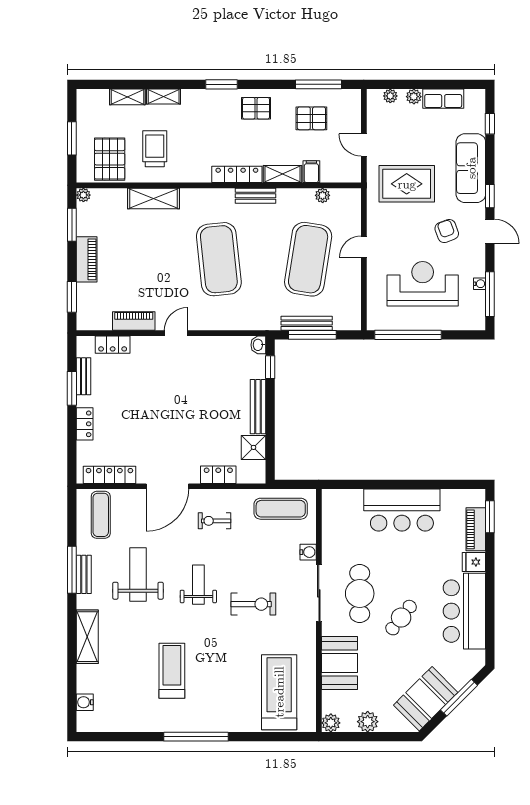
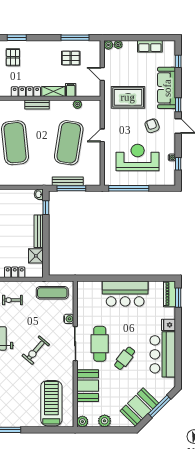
plant: (414, 97) -> (108, 45), moved
pallet: (256, 108) -> (13, 57), moved, turned 90
window: (490, 294) -> (178, 164), width x0.46
piano: (476, 529) -> (170, 294), moved
exercise bike: (253, 604) -> (36, 350), turned 131

